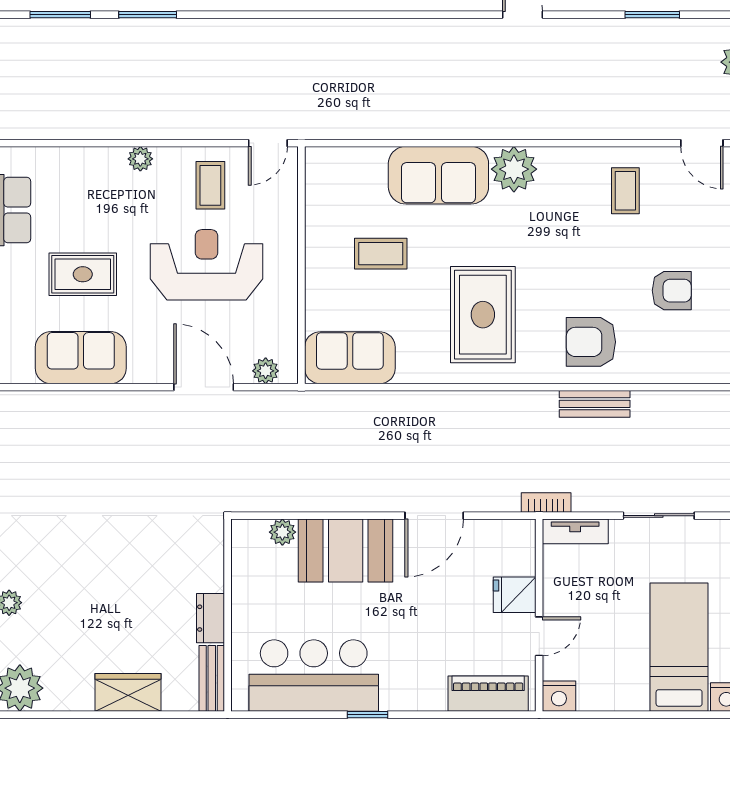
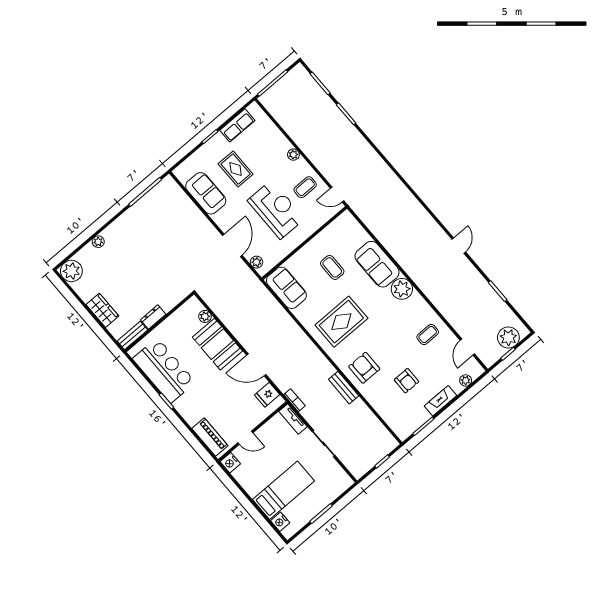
fridge: (515, 595) -> (267, 395), moved, turned -90

